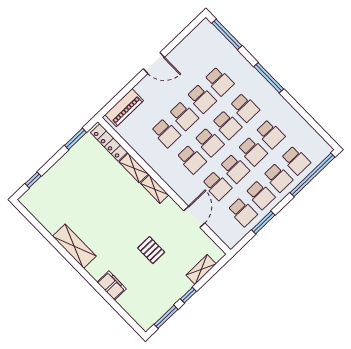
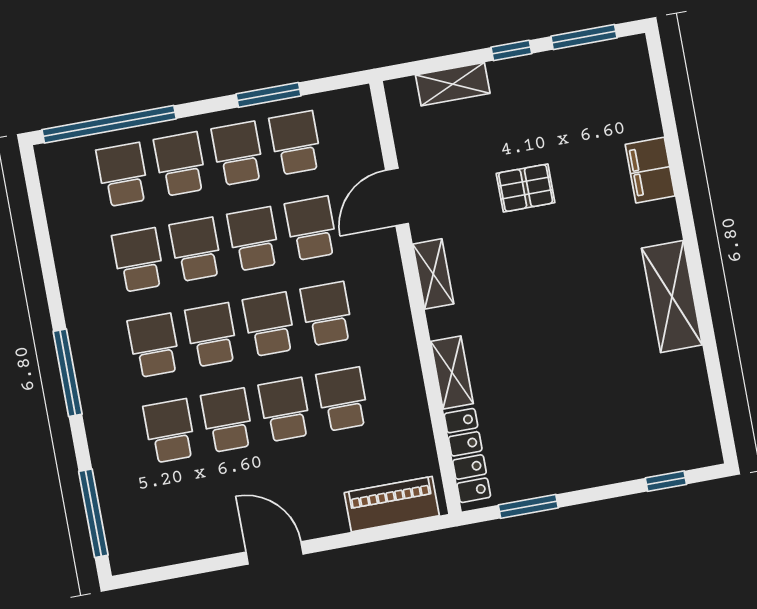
shelving: (155, 189) -> (433, 274), moved
pallet: (151, 250) -> (526, 188), turned 90

